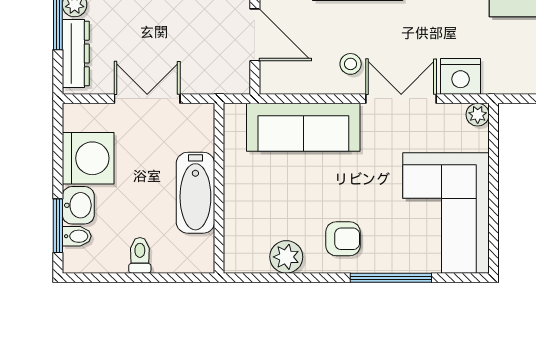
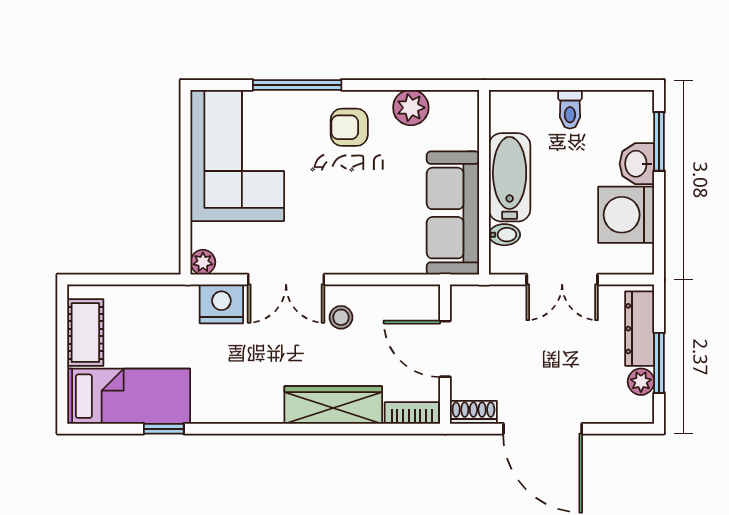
sofa: (303, 127) -> (453, 213), moved, turned -90
bidet: (77, 236) -> (504, 235), moved, turned 180

